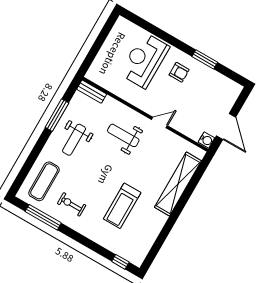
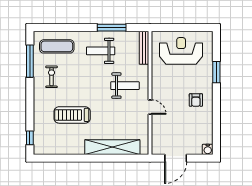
window: (205, 59) -> (216, 72), moved
reception desk: (144, 60) -> (181, 51), moved
bench: (92, 92) -> (144, 48), width x1.36
weight bench: (123, 135) -> (125, 86), turned 90
water cooler: (206, 140) -> (208, 149), moved

